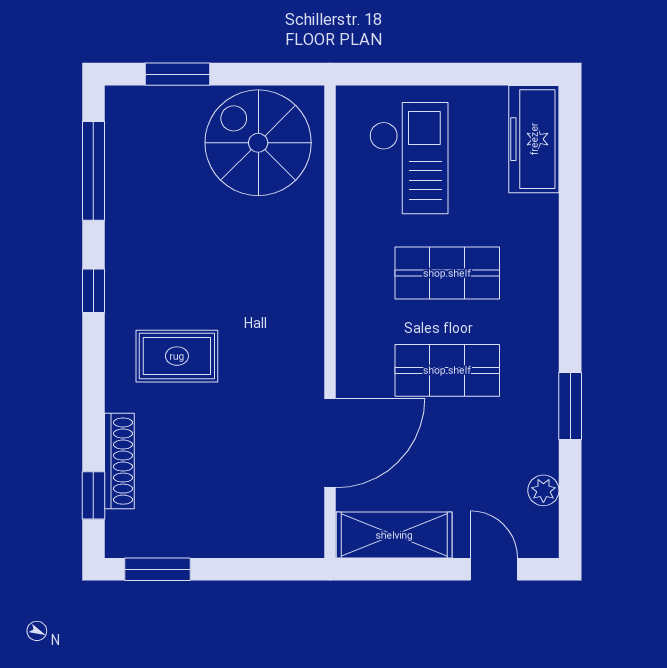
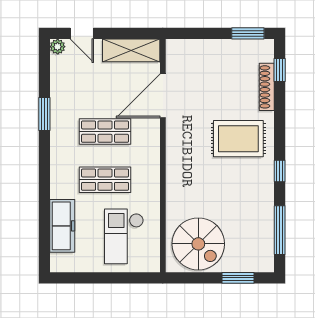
freezer: (534, 139) -> (62, 226), moved
rug: (177, 356) -> (238, 139), width x1.36, depth x1.43
plant: (543, 490) -> (58, 47), moved

